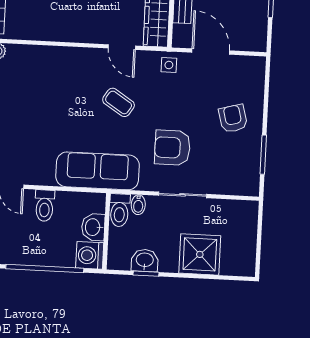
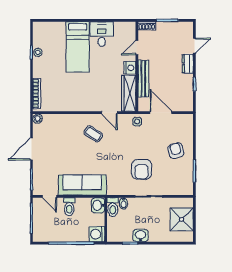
coffee table: (119, 102) -> (93, 134), moved
armchair: (172, 148) -> (142, 169), turned -90
sofa: (98, 171) -> (82, 185), moved
washbasin: (93, 227) -> (98, 205), moved
shower: (200, 254) -> (182, 219), moved
washbasin: (145, 260) -> (141, 236), moved

